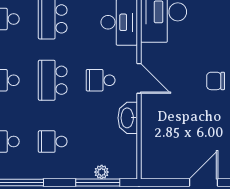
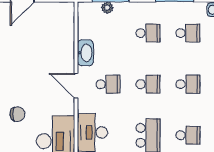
school desk: (53, 80) -> (148, 84), width x0.54
chair: (216, 81) -> (18, 114), moved

